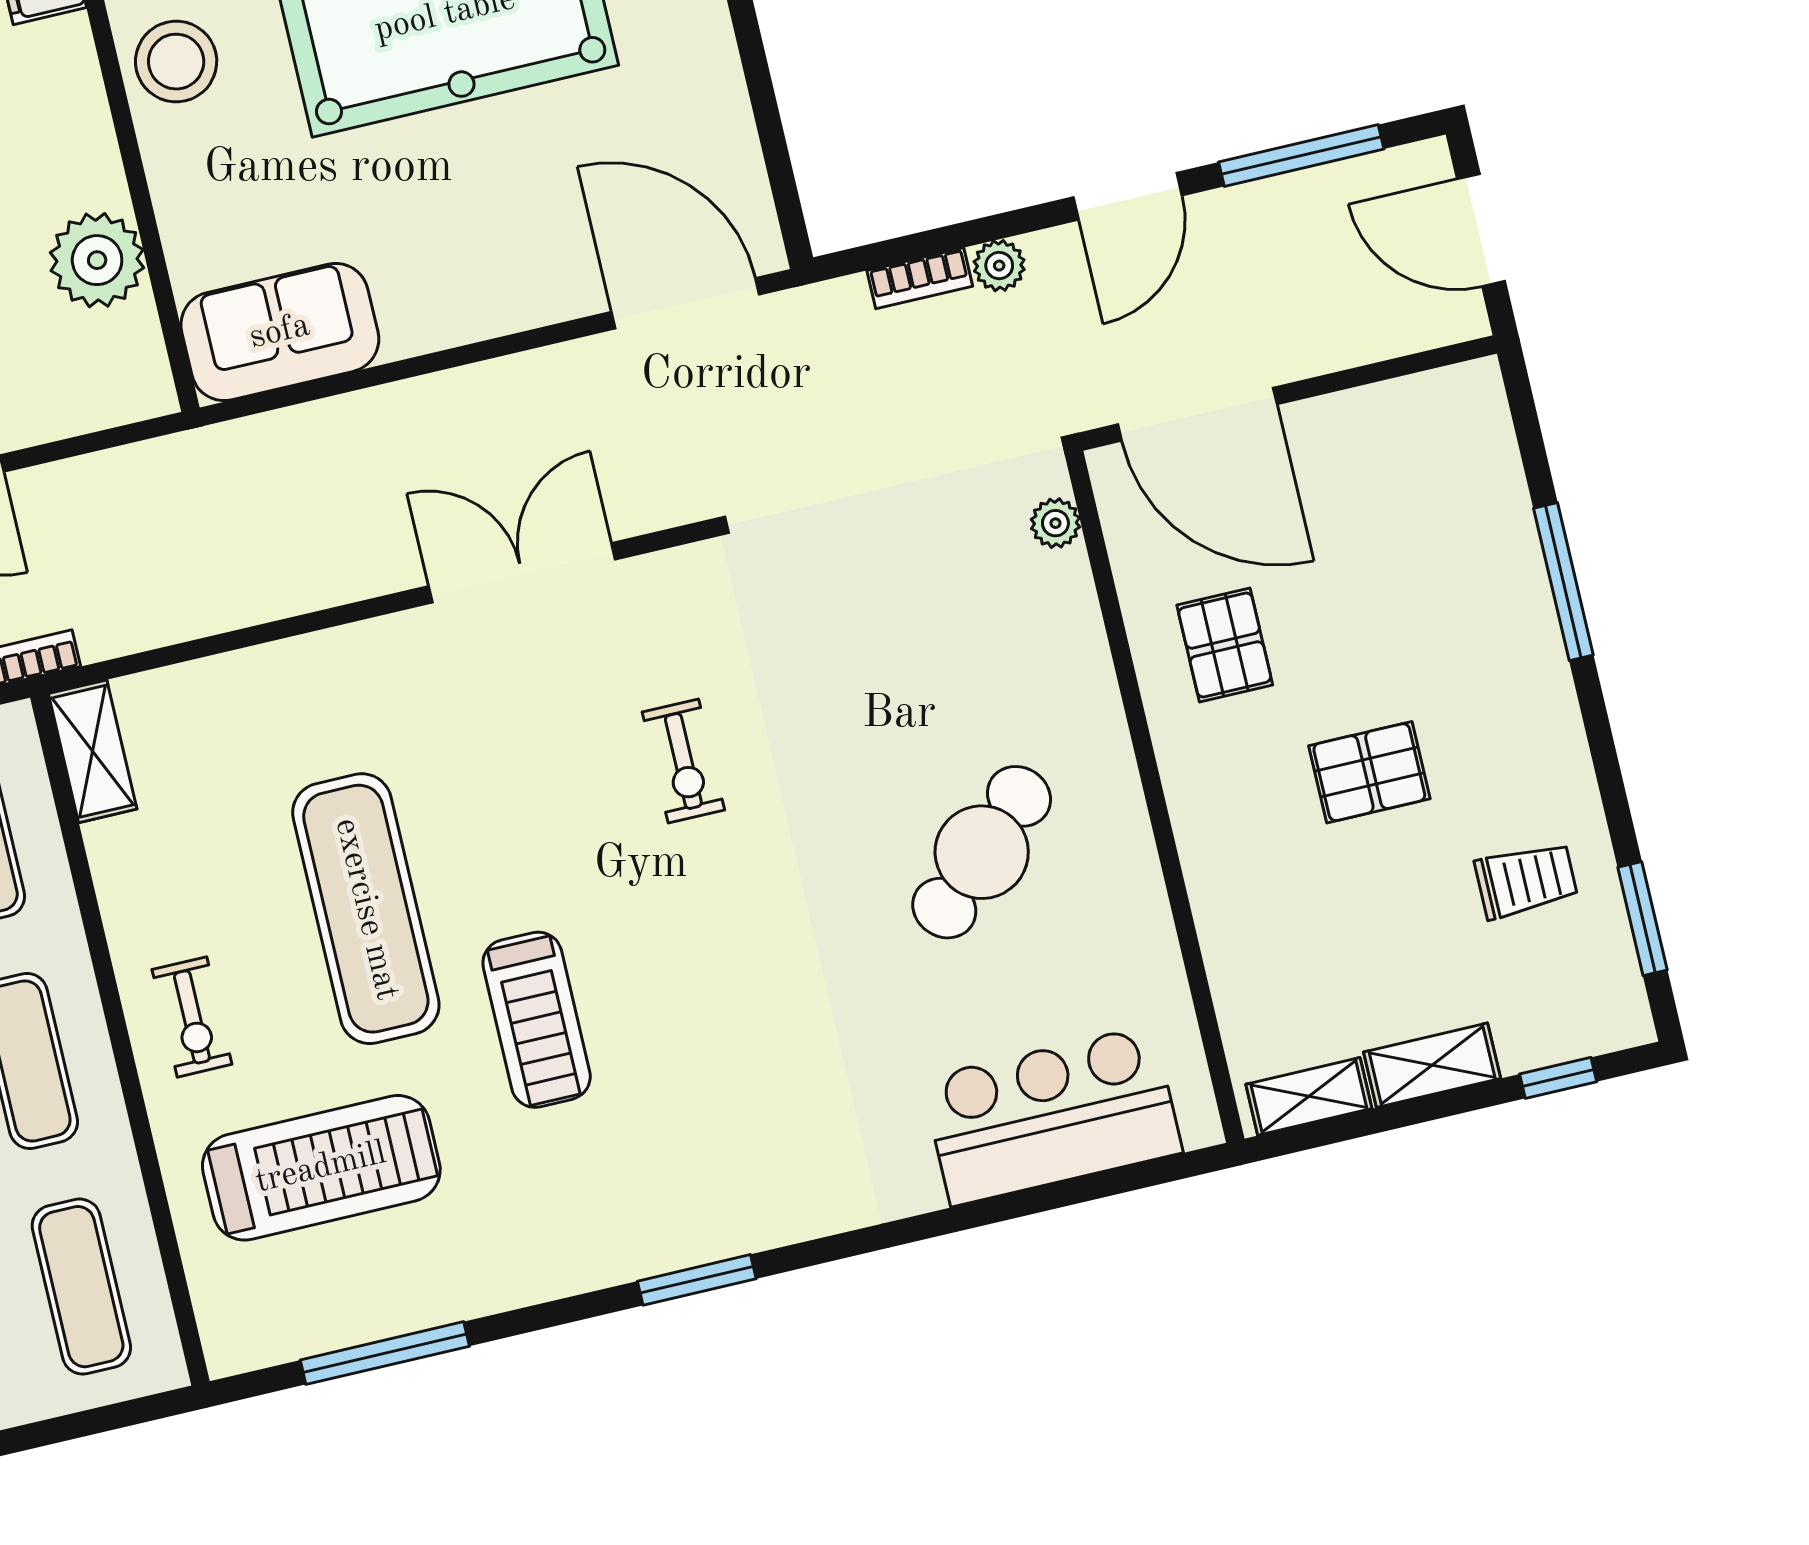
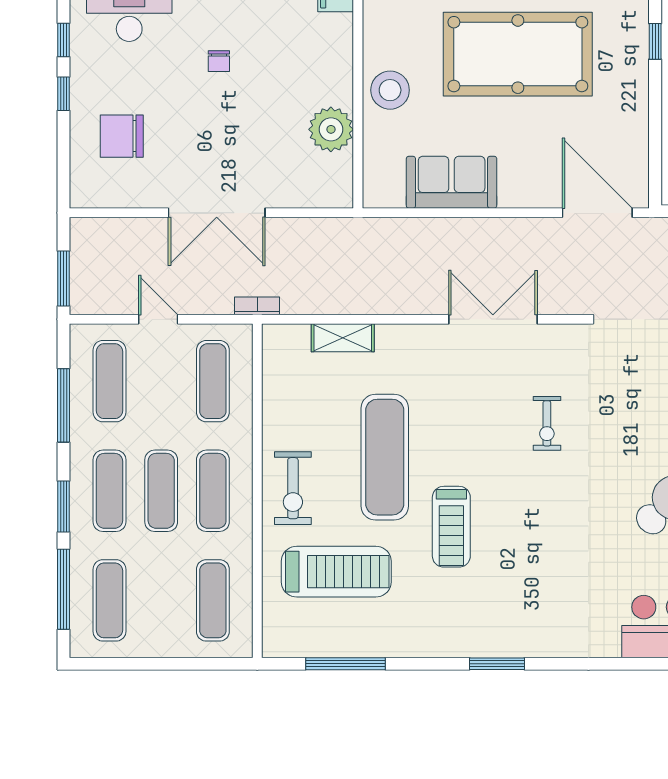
stool: (176, 62) -> (390, 90), moved
sofa: (280, 332) -> (452, 182), moved
shelving: (93, 751) -> (343, 338), moved, turned 90
exercise bike: (192, 1017) -> (293, 488), width x1.38, depth x1.39

